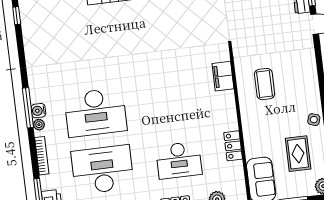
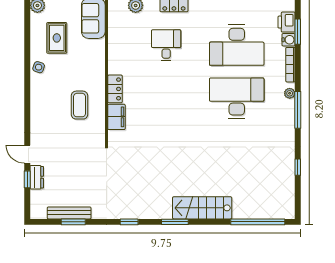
window: (17, 16) -> (298, 167), moved
water cooler: (38, 111) -> (289, 40), moved
locker: (233, 146) -> (115, 89), moved
desk: (179, 160) -> (166, 45), width x0.73

